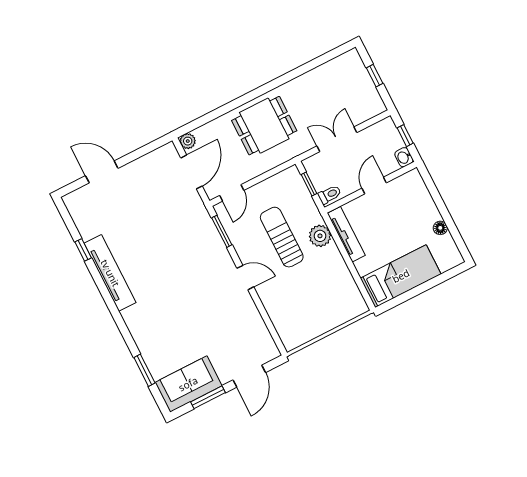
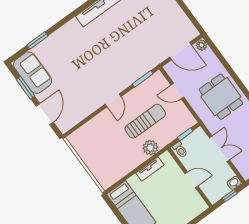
washbasin: (404, 157) -> (234, 183), moved
door: (232, 193) -> (177, 91), moved
tv unit: (346, 234) -> (150, 169), width x0.71
door: (249, 376) -> (45, 114), swing flipped

